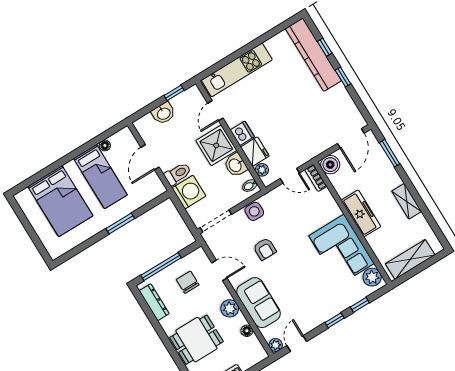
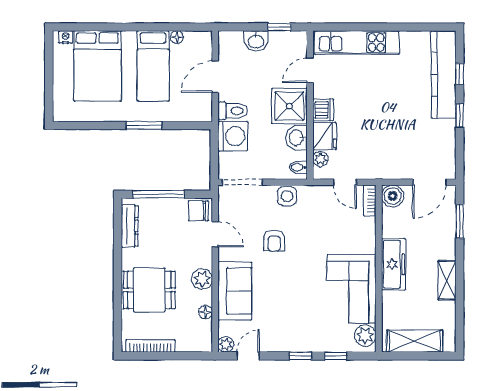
nightstand: (25, 194) -> (66, 37), added
chair: (188, 282) -> (198, 211), moved, turned -90

